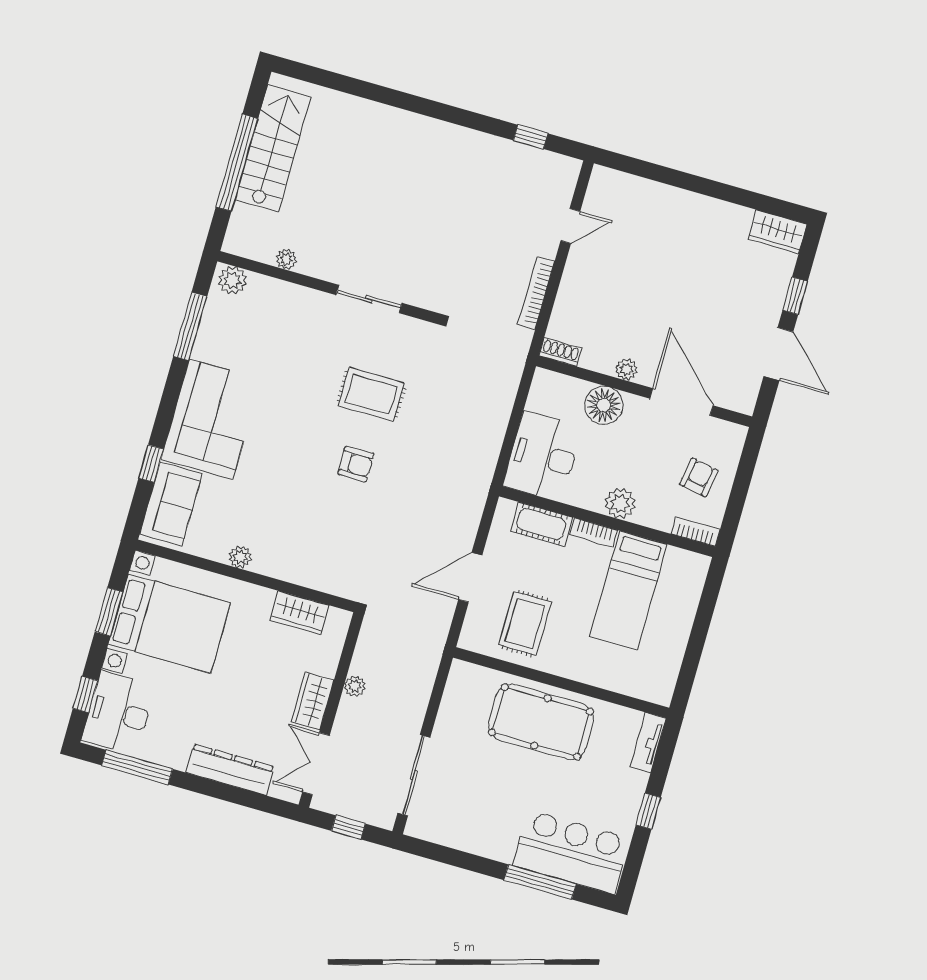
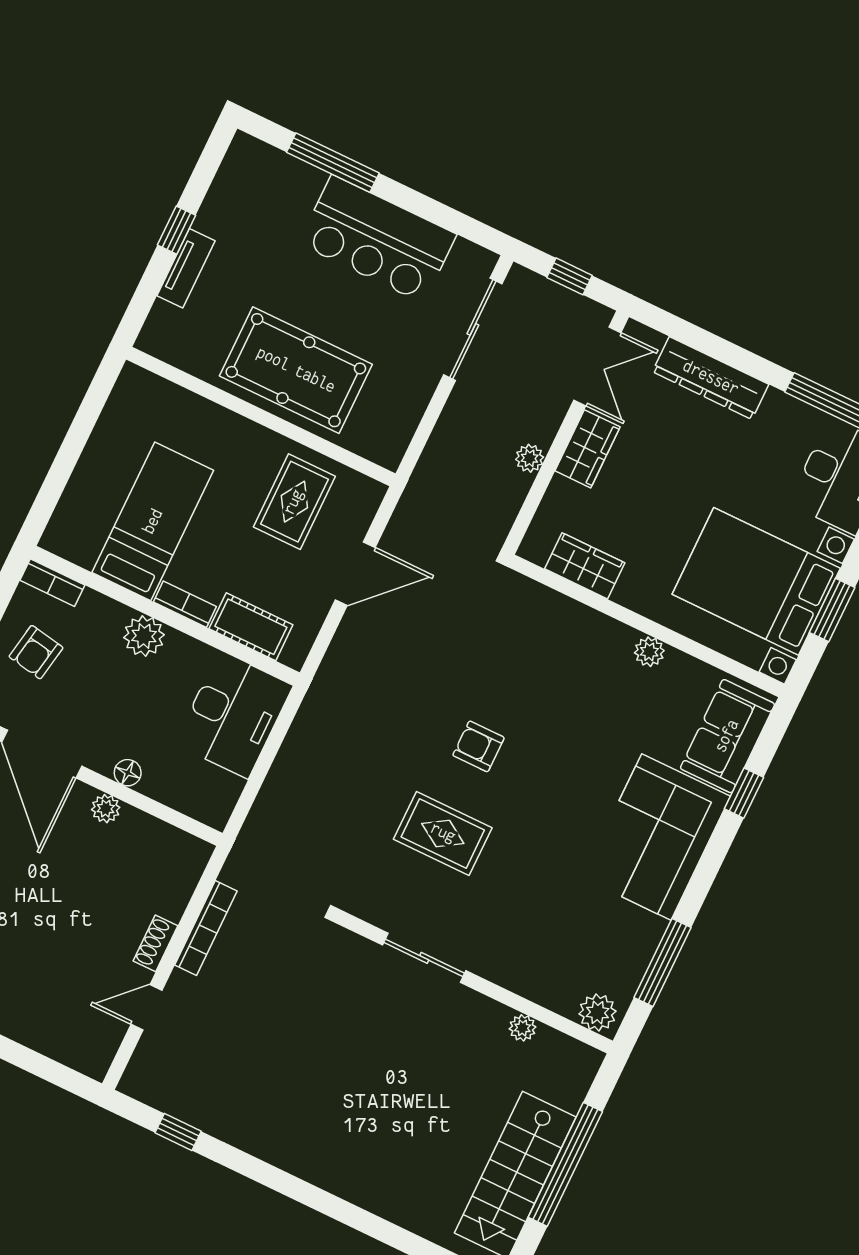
shoe rack: (560, 352) -> (156, 943), moved, turned 90
floor lamp: (604, 405) -> (128, 773), width x0.53, depth x0.53
tv unit: (648, 743) -> (186, 268), moved
bar counter: (571, 852) -> (378, 239), moved

